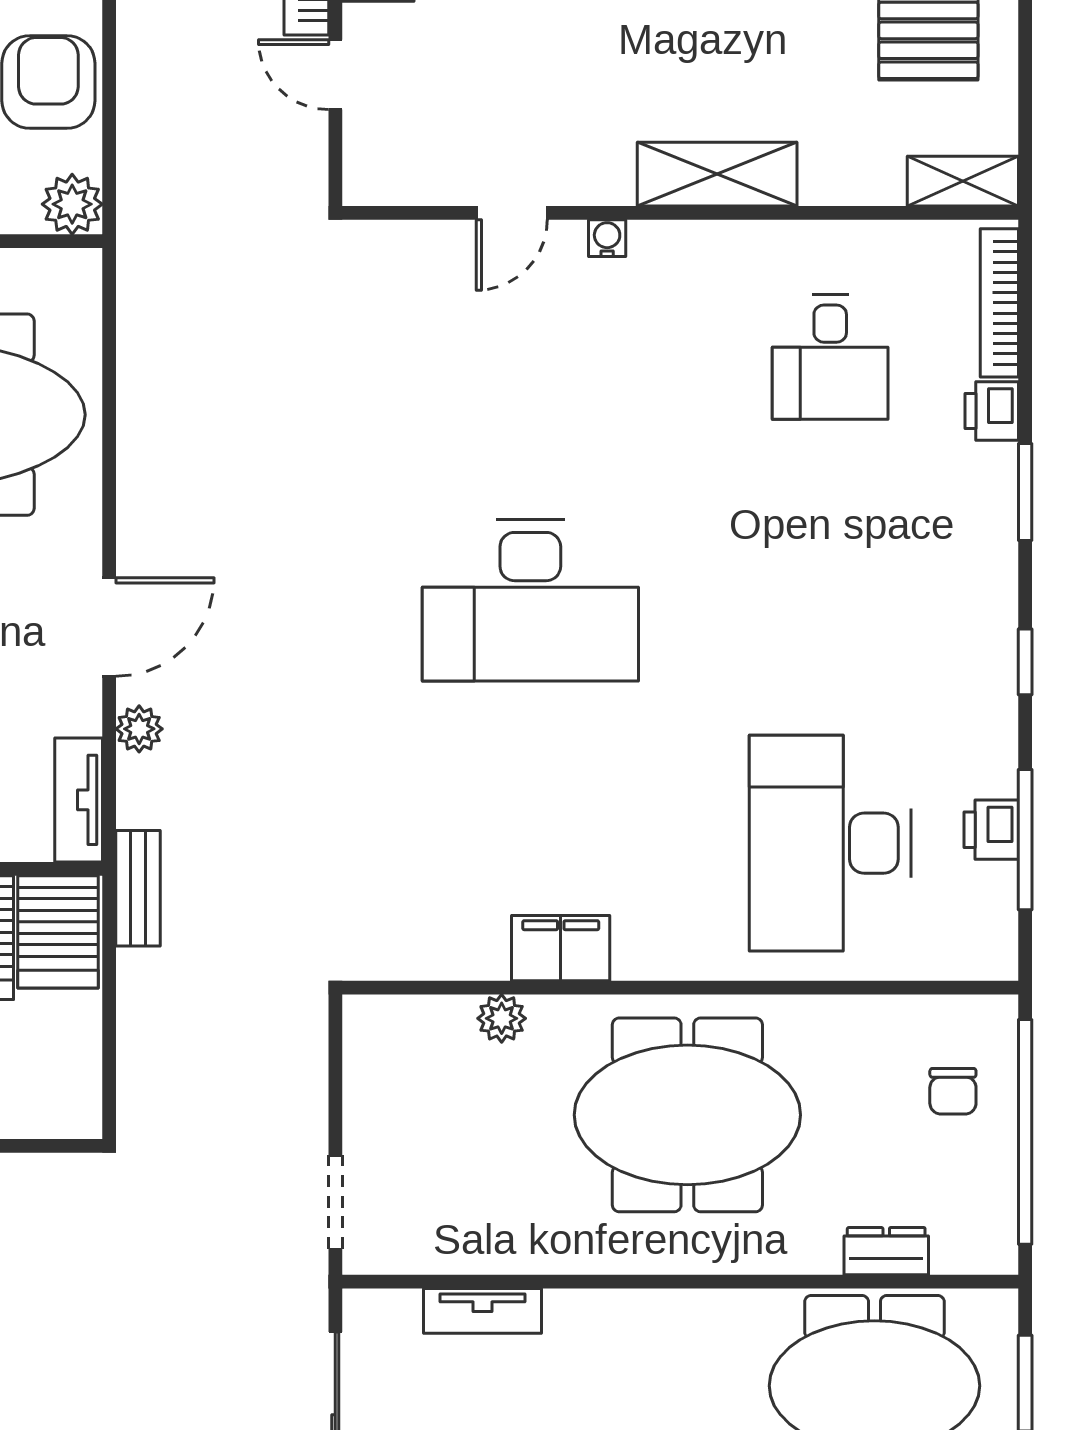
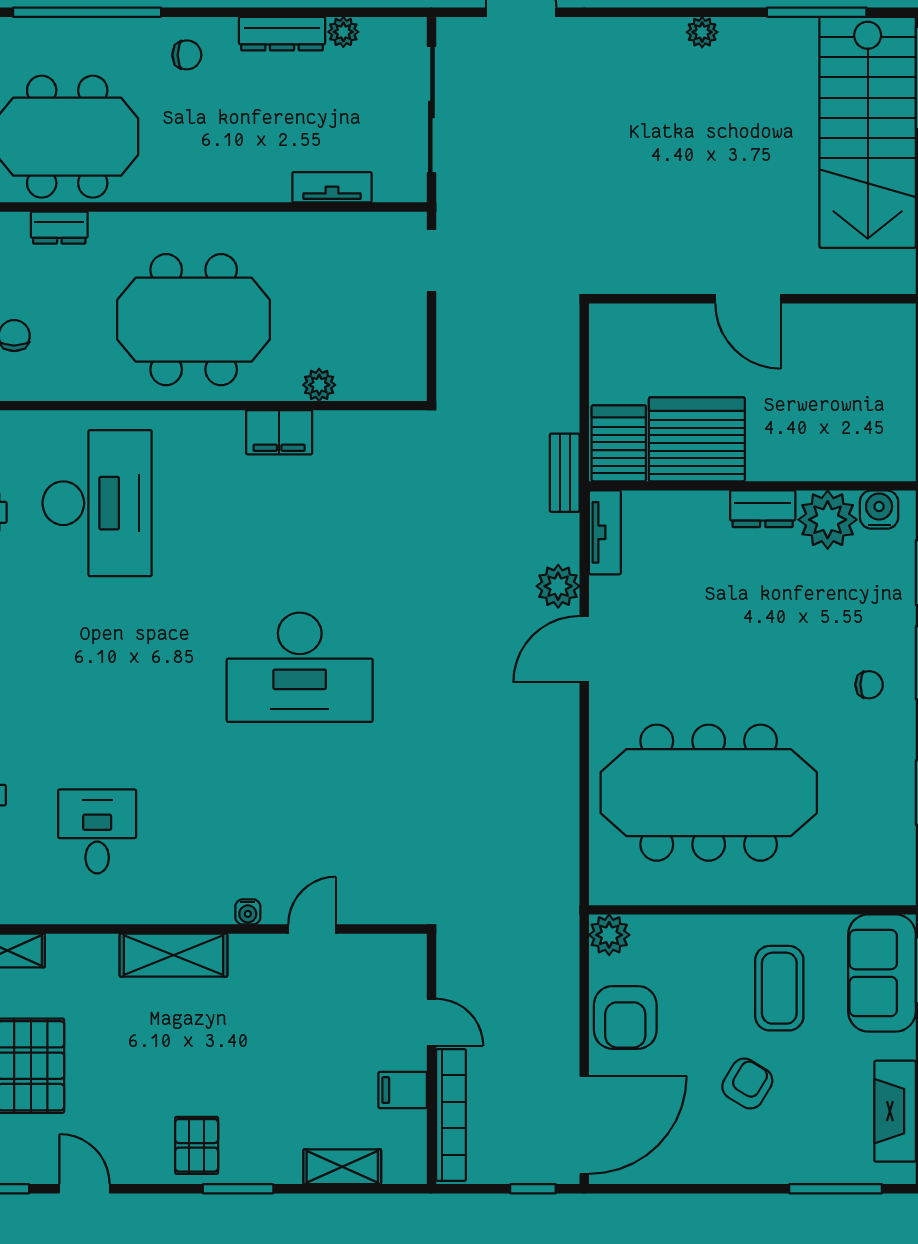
desk: (530, 600) -> (300, 667), turned 180
plant: (139, 729) -> (558, 586), width x1.38, depth x1.38

